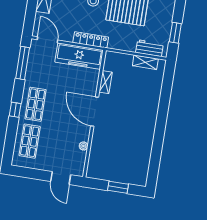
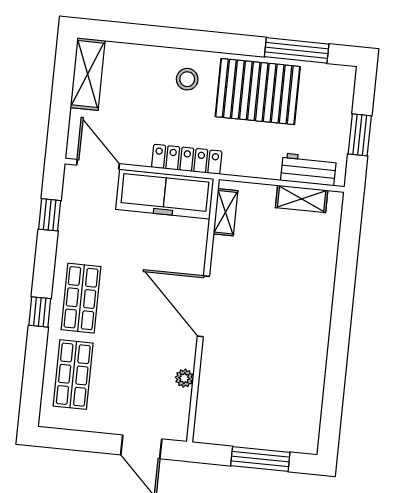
window: (23, 63) -> (50, 215), width x0.46
shelving: (106, 82) -> (226, 212), moved
window: (118, 187) -> (260, 459), width x1.44

